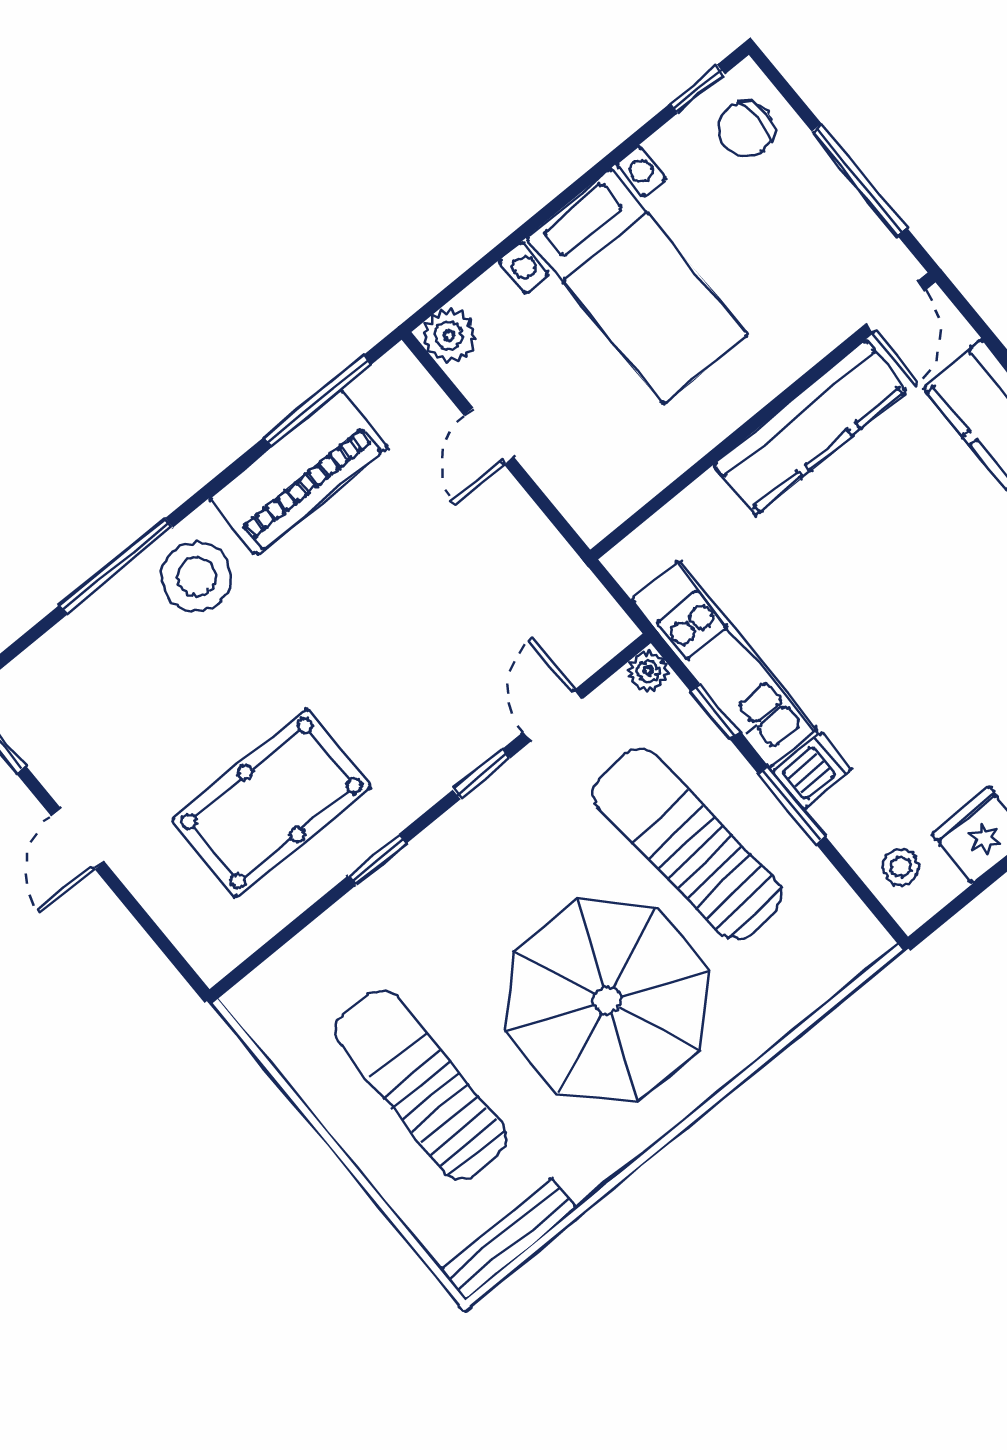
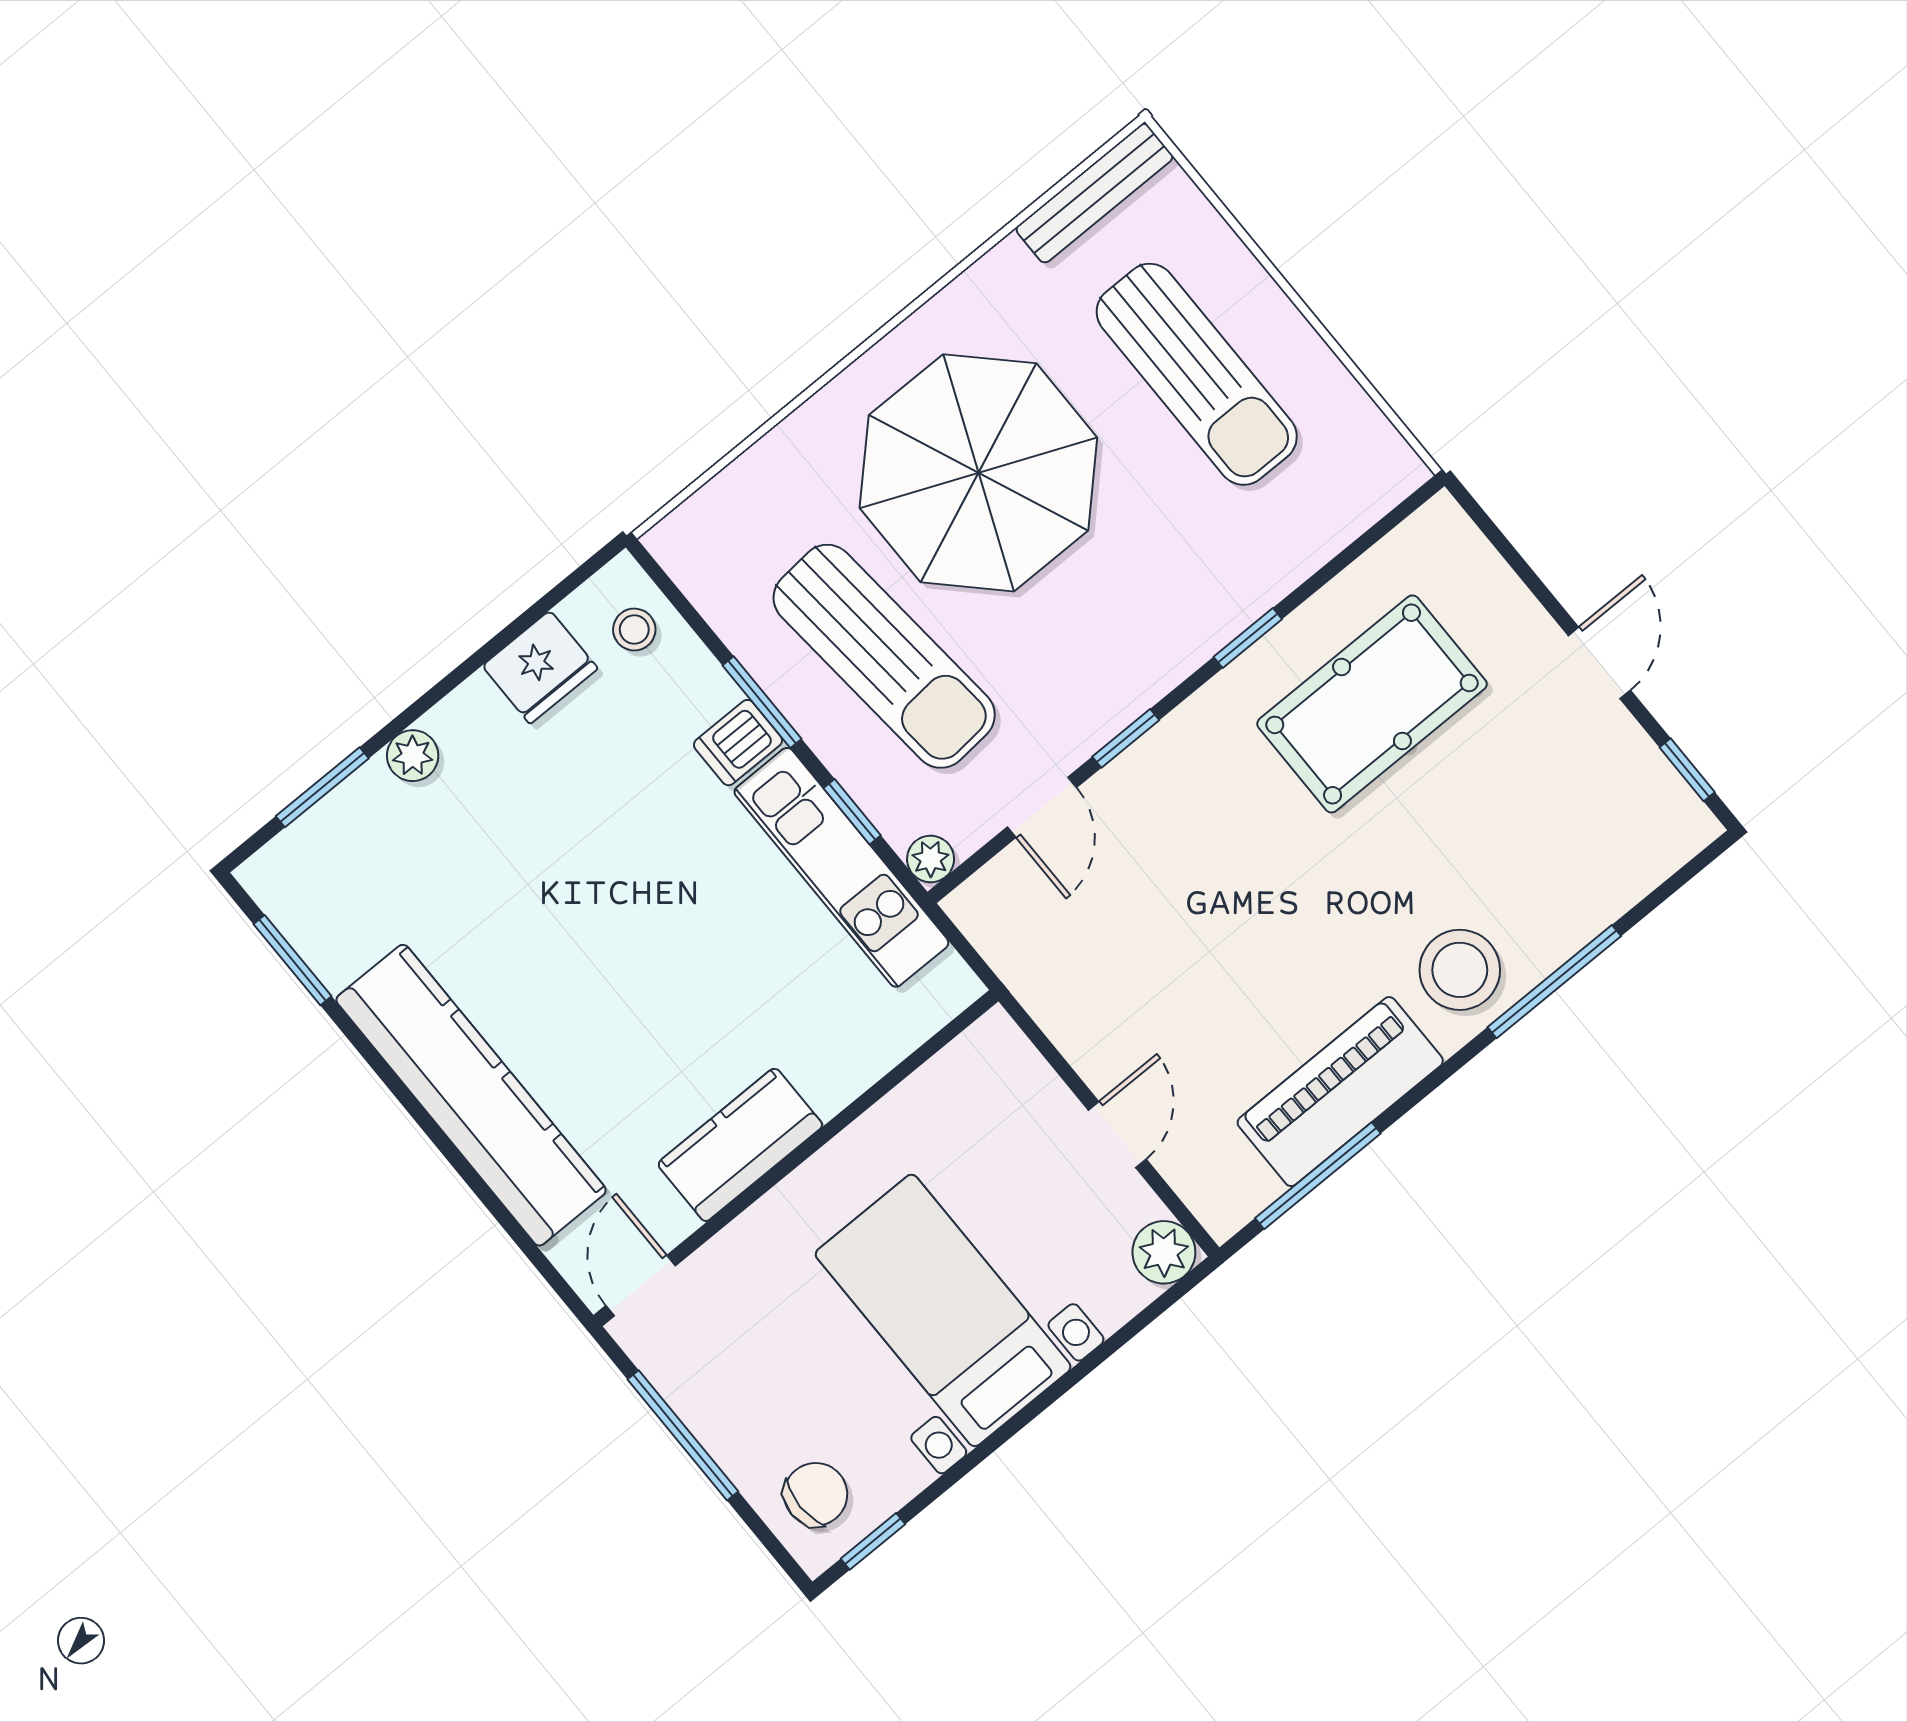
kitchen counter: (810, 427) -> (740, 1145), width x0.67

